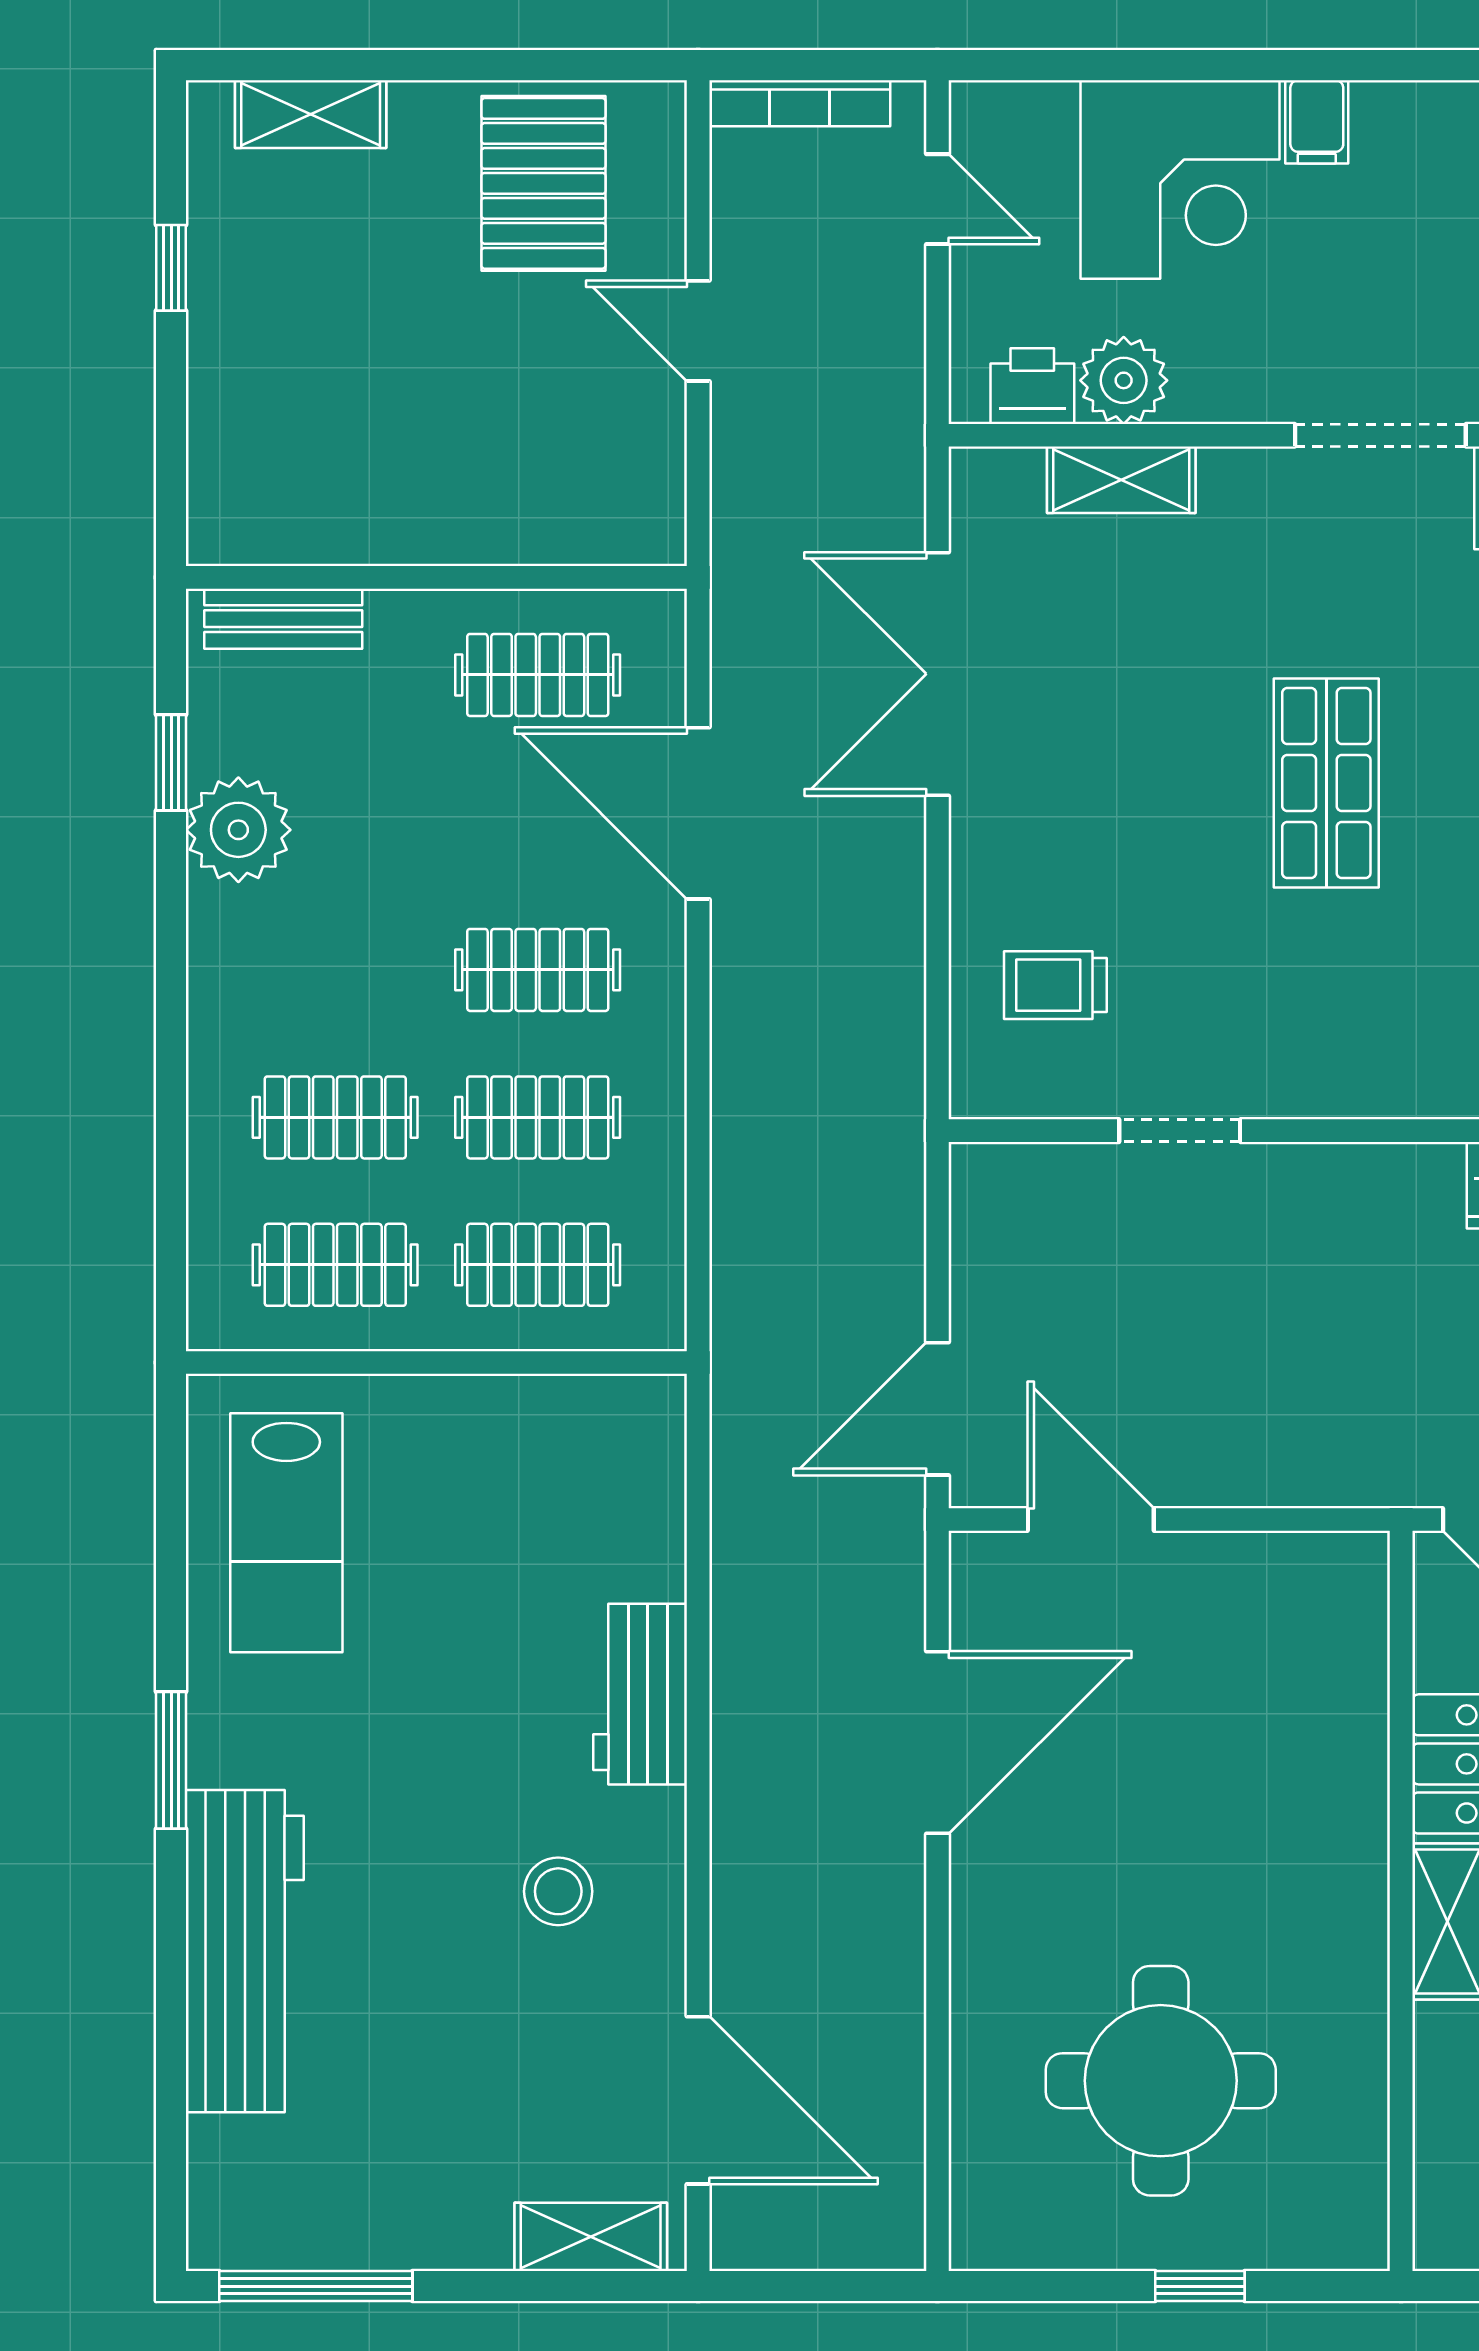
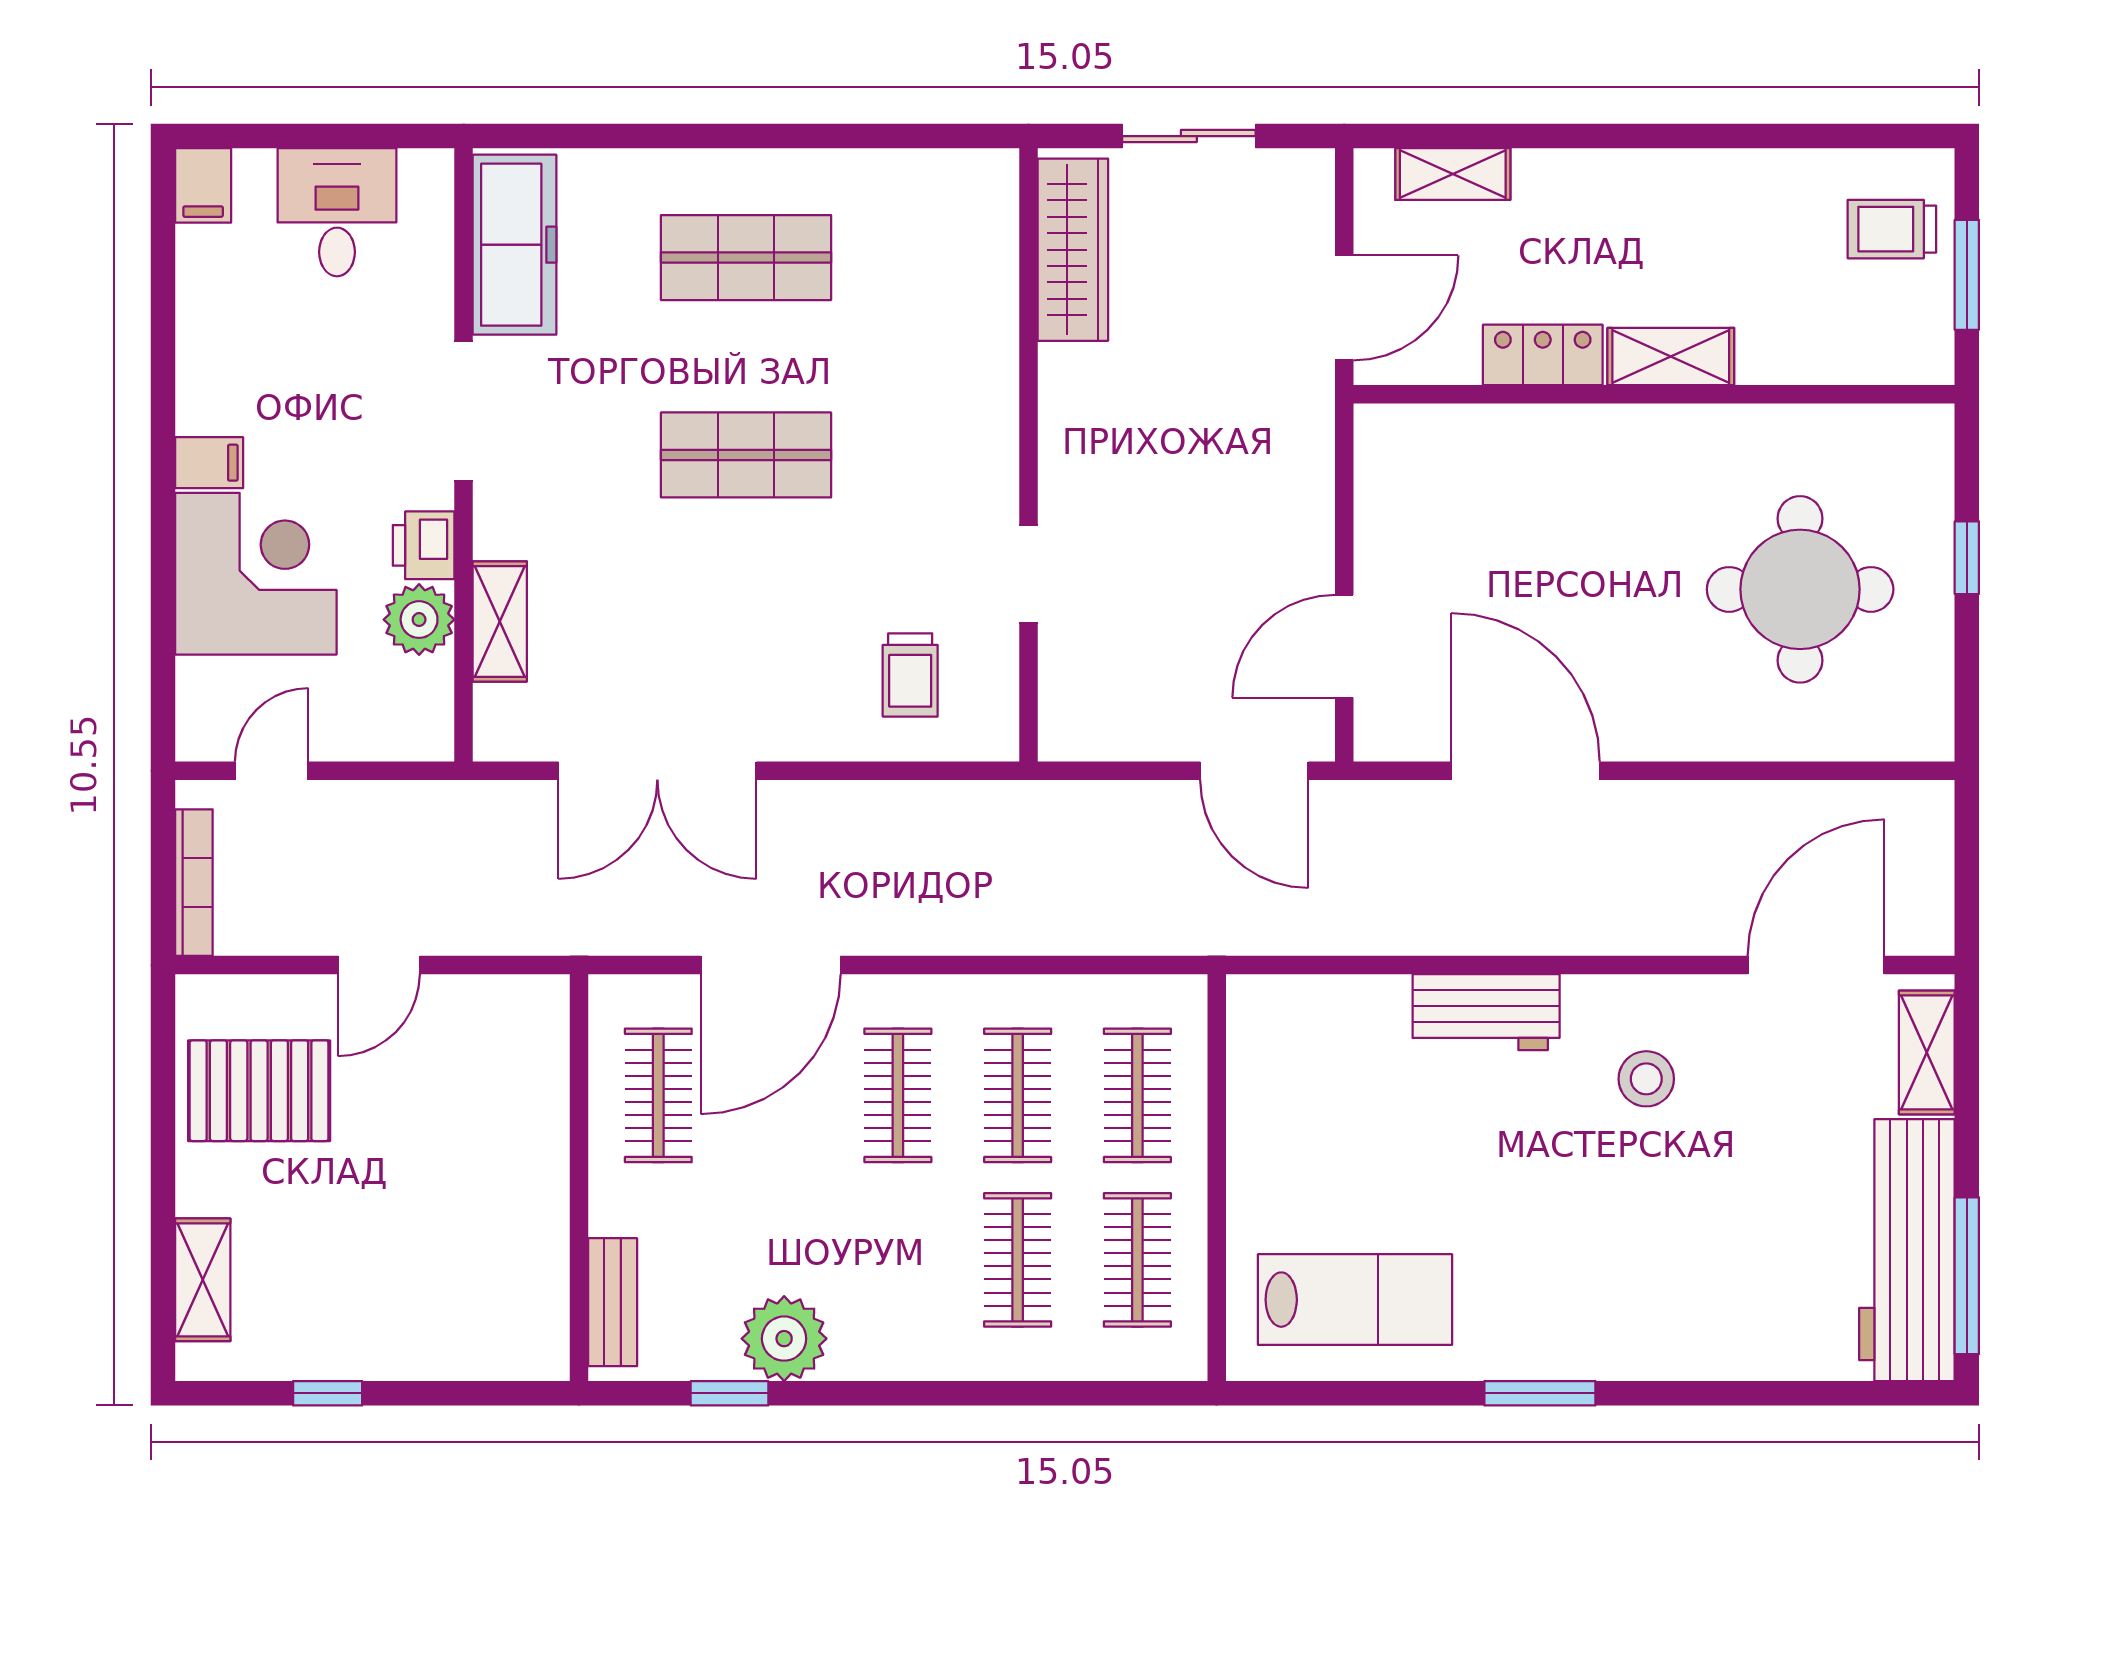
printer: (1032, 386) -> (424, 545), moved
workbench: (245, 1951) -> (1907, 1250), moved, turned -90

